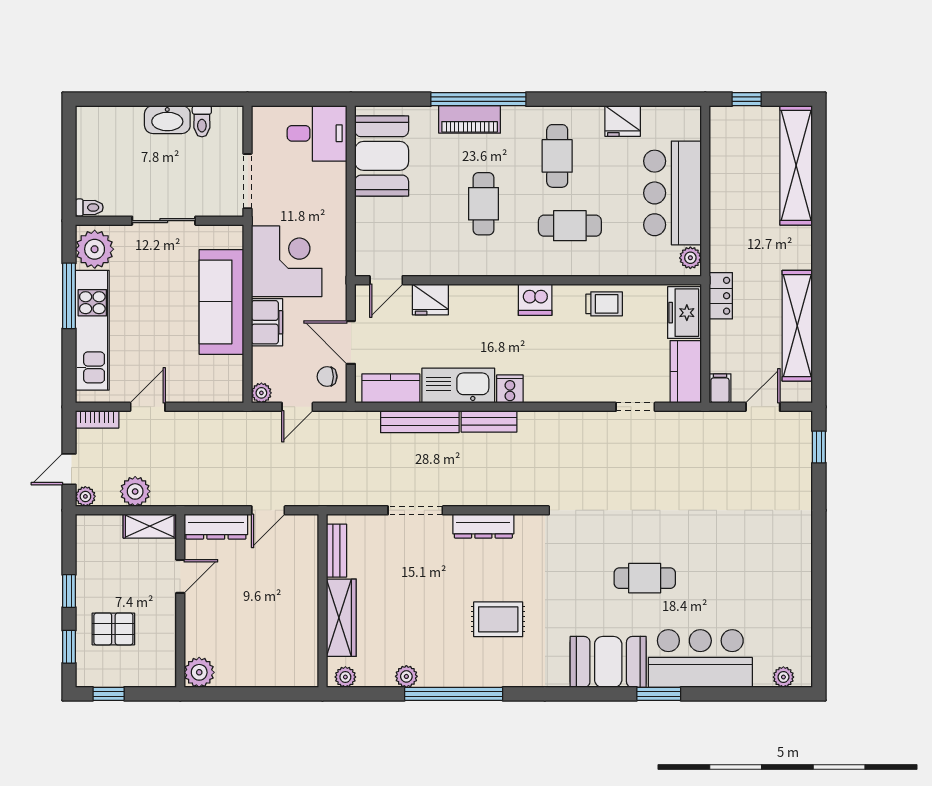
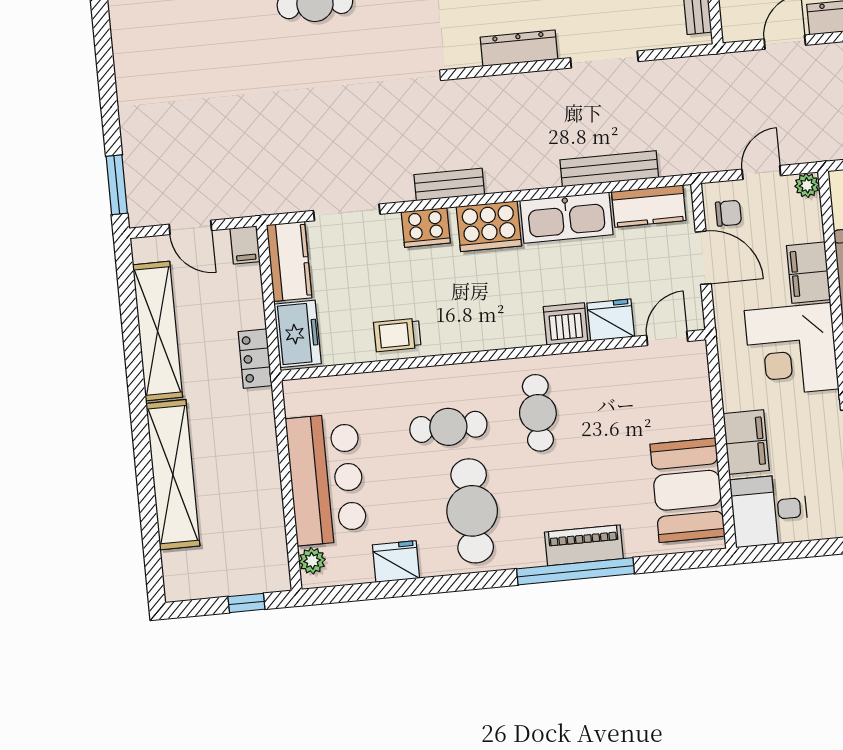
cafe table: (557, 156) -> (472, 511), width x1.37, depth x1.35
shelving: (796, 165) -> (173, 475), moved
filing cabinet: (330, 190) -> (746, 442), added
cafe table: (484, 204) -> (538, 413), moved
plant: (690, 258) -> (312, 561), moved
dishwasher: (535, 300) -> (566, 324), moved
cooker: (510, 389) -> (489, 226), width x1.87, depth x1.31
cooker: (573, 389) -> (426, 227), added
doorway: (635, 407) -> (347, 212), width x1.38
door: (763, 407) -> (190, 227), hinge flipped
bench: (489, 421) -> (449, 185), moved
window: (819, 447) -> (117, 185), width x1.50

